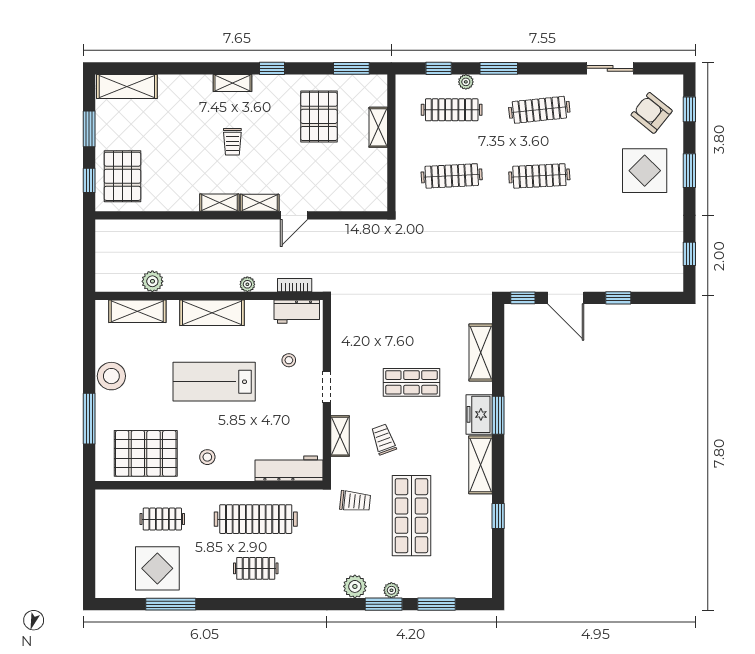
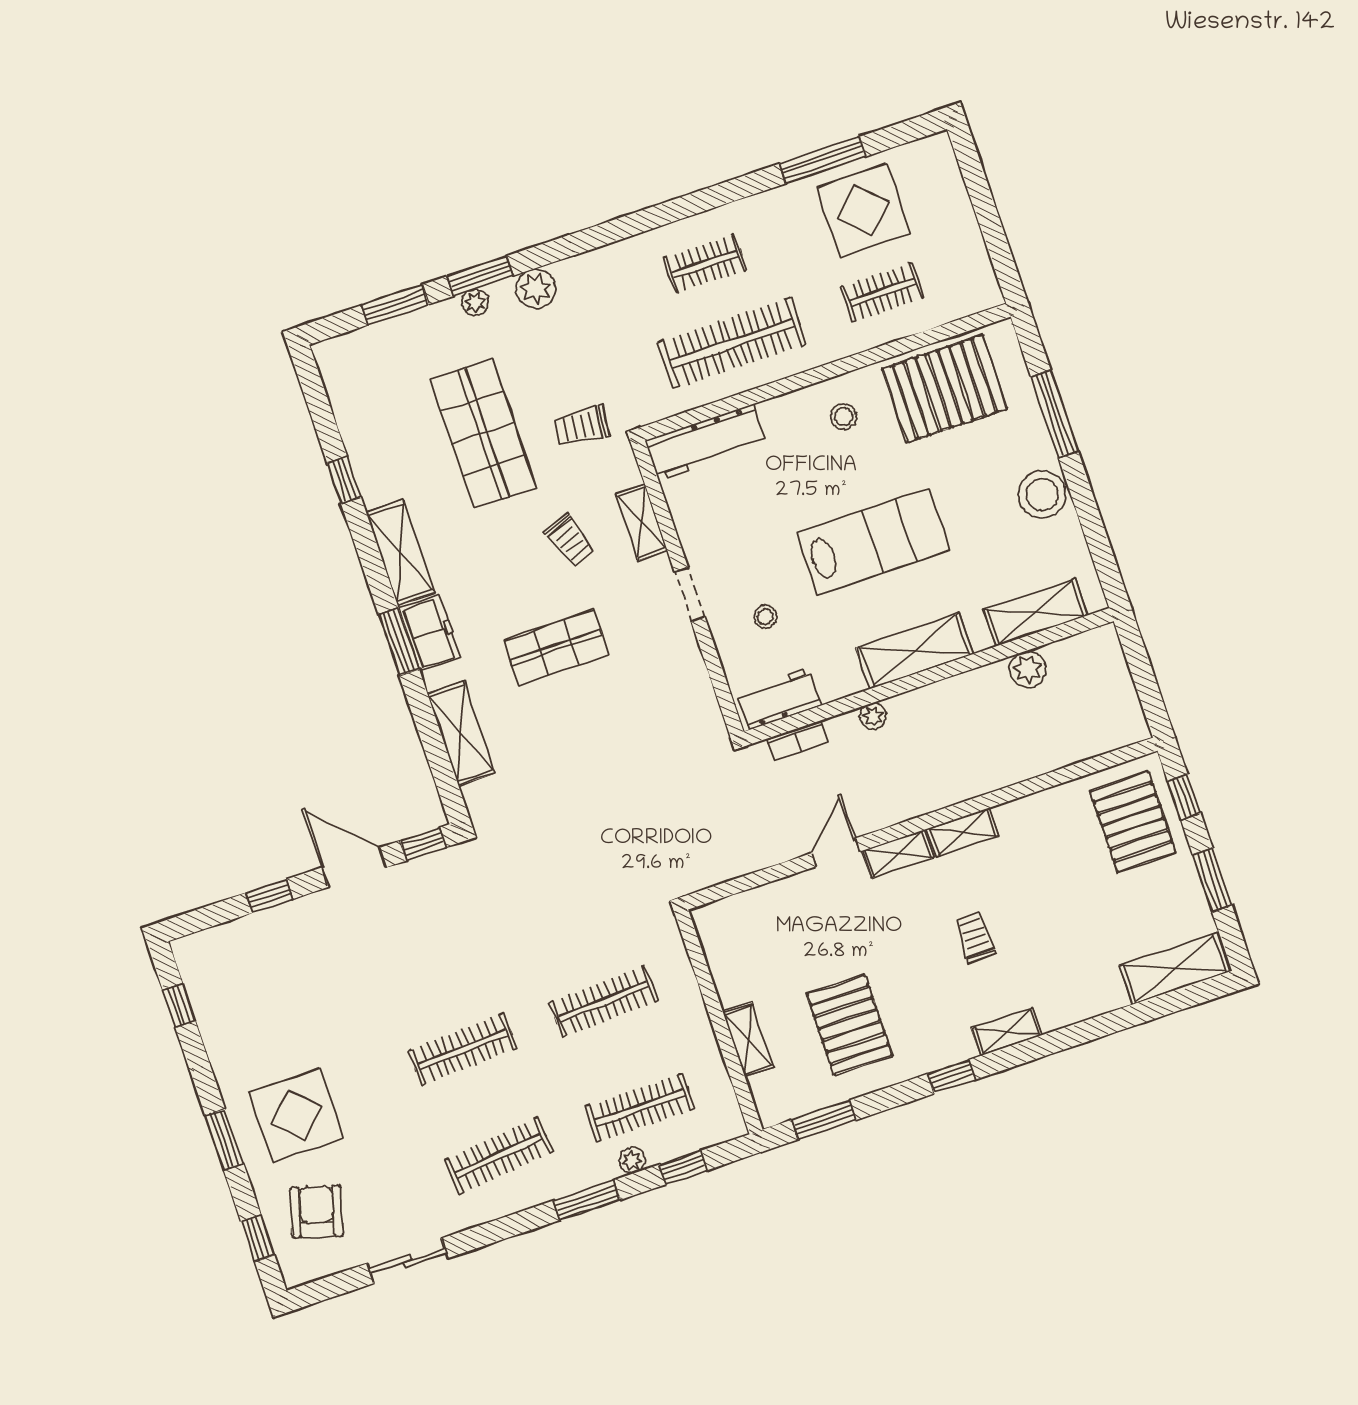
armchair: (652, 113) -> (317, 1212), turned -113

